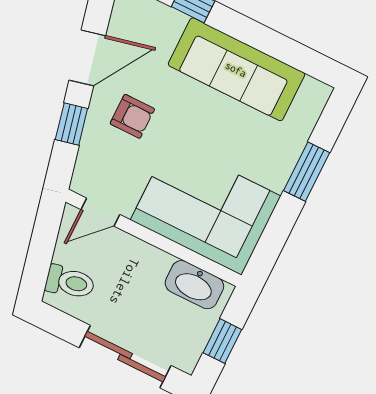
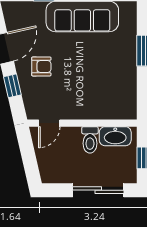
corner sofa: (206, 208) -> (102, 95), removed
toilet: (70, 282) -> (90, 140), moved, turned 103

